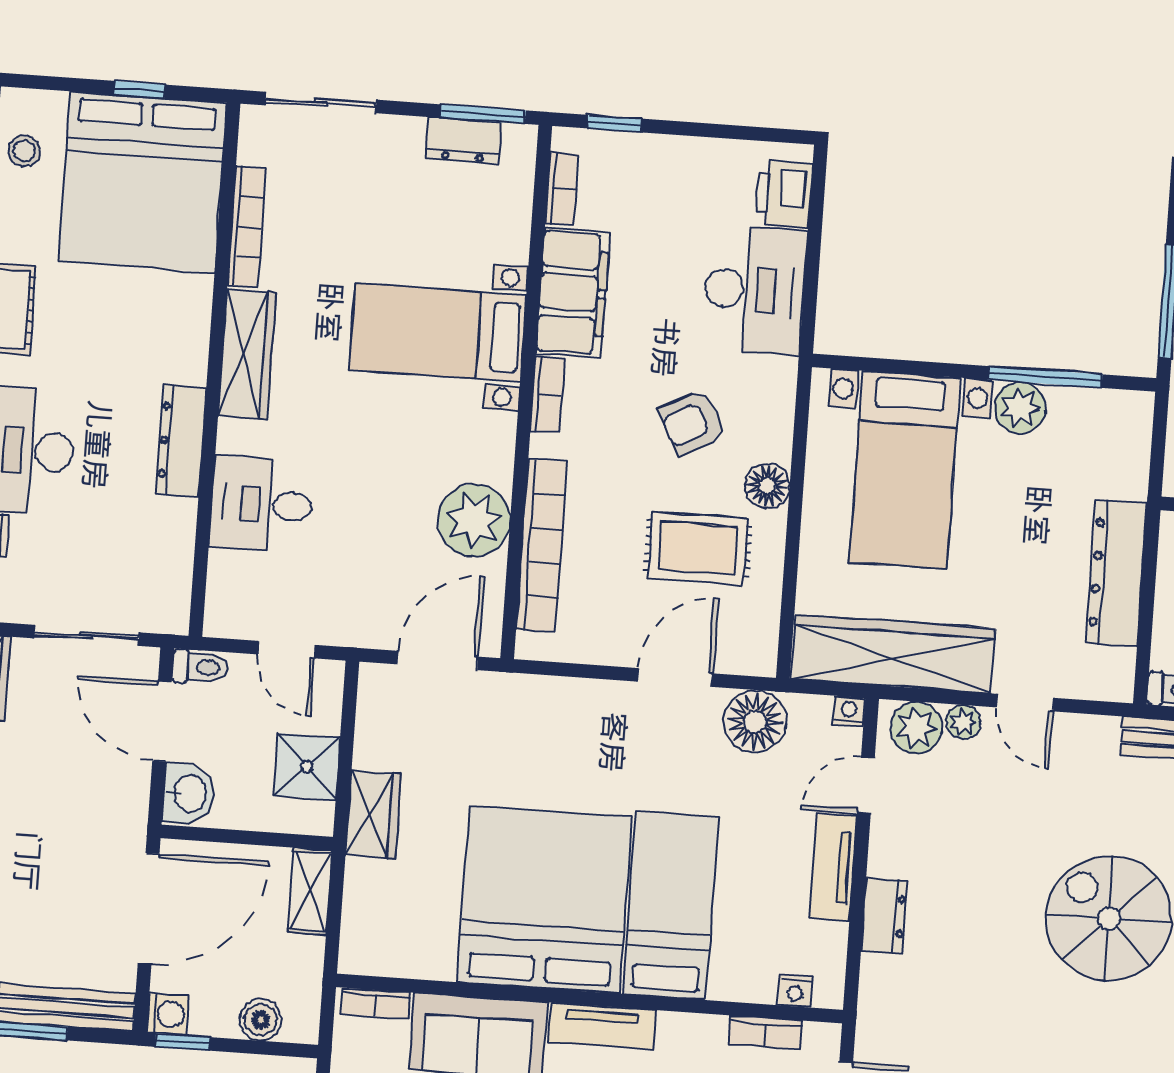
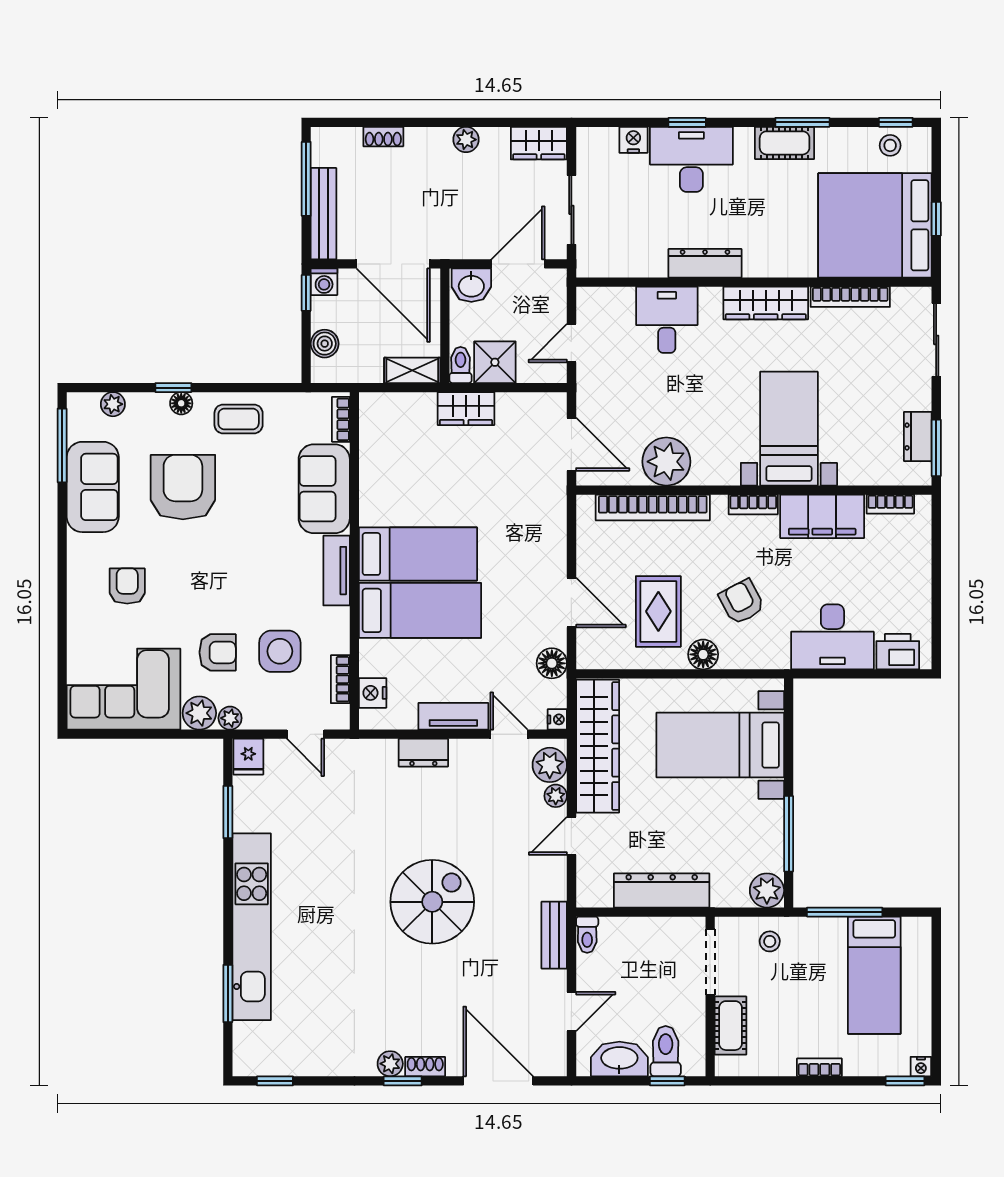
window: (615, 124) -> (936, 536), removed
plant: (1020, 408) -> (767, 890), moved
toilet: (200, 667) -> (461, 365), moved, turned 180
floor lamp: (755, 721) -> (552, 663), width x0.73, depth x0.73
bed: (544, 899) -> (418, 554), width x0.49
nightstand: (795, 991) -> (373, 693), width x1.39, depth x1.35

